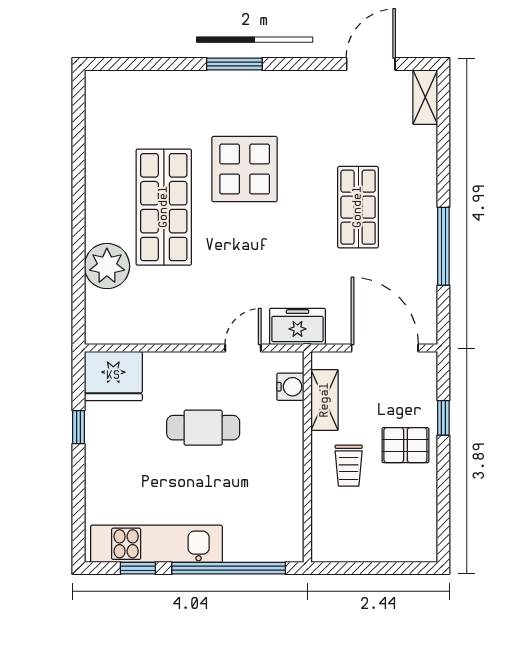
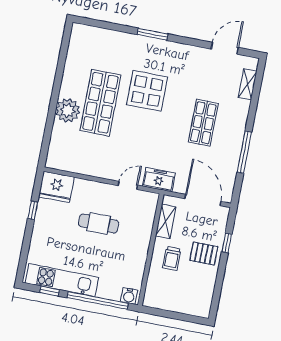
shelving: (425, 97) -> (248, 84), moved
plant: (107, 266) -> (68, 110), moved
water cooler: (290, 387) -> (129, 296), moved, turned 90

